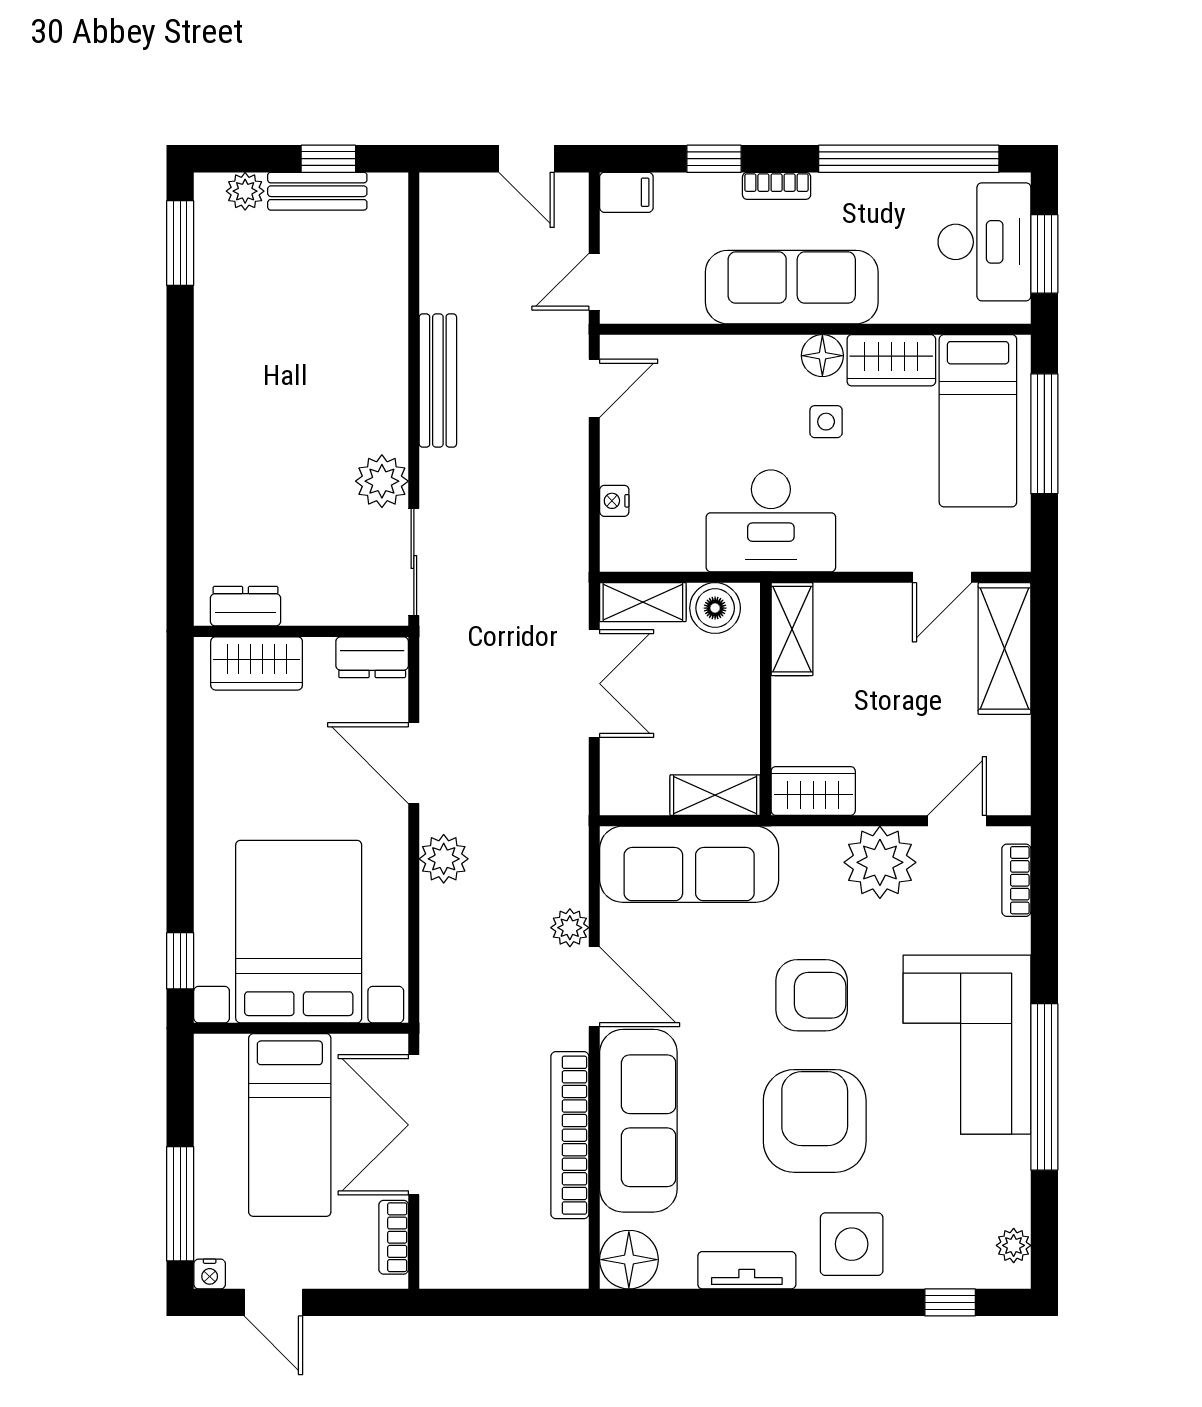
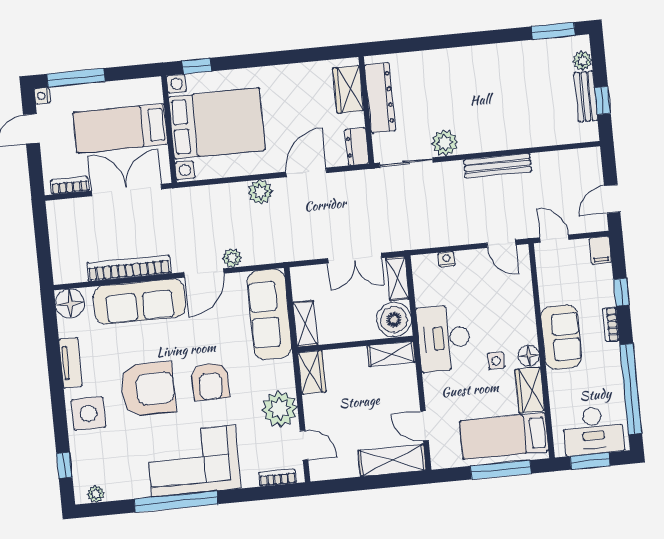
sofa: (792, 287) -> (561, 337), width x0.73
dresser: (246, 606) -> (380, 98), width x1.96, depth x1.24
boiler: (715, 608) -> (394, 320), width x1.37, depth x1.37

